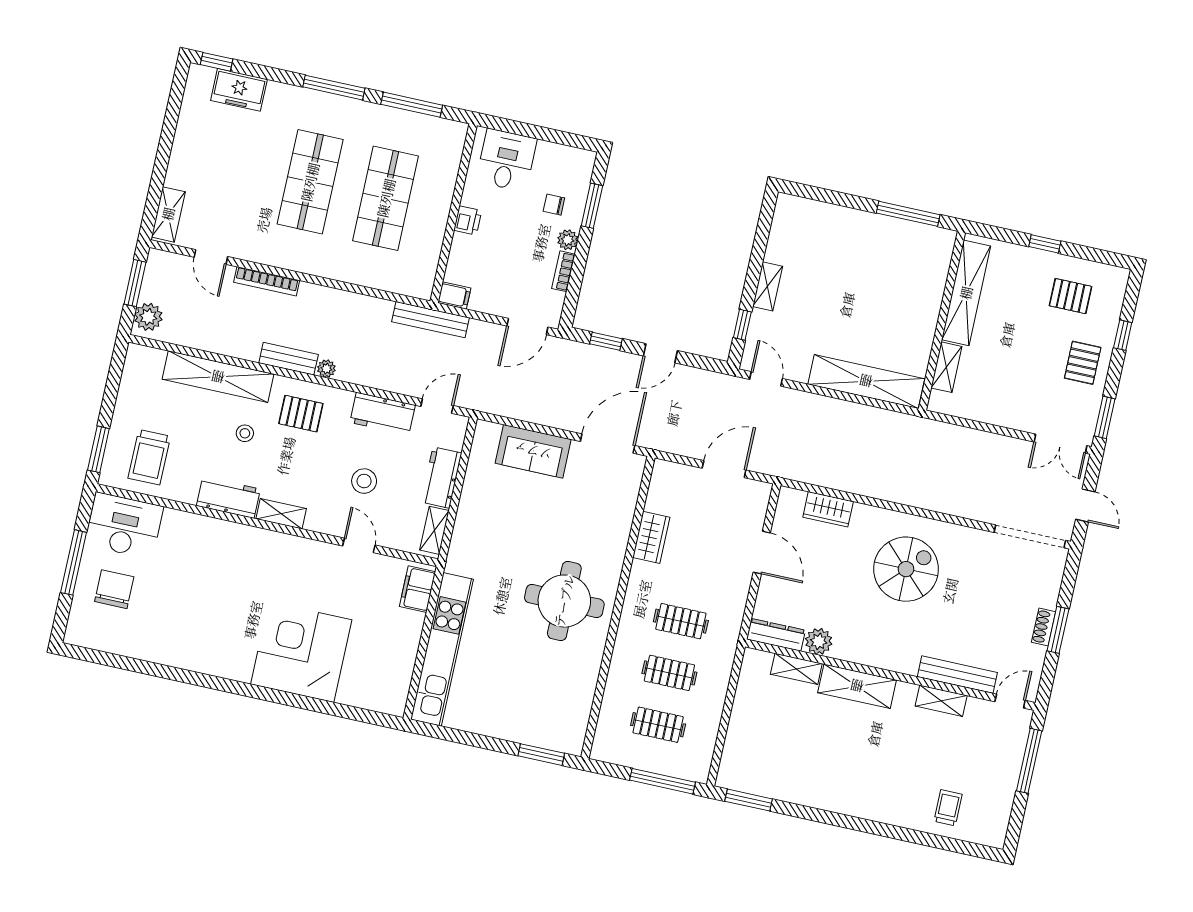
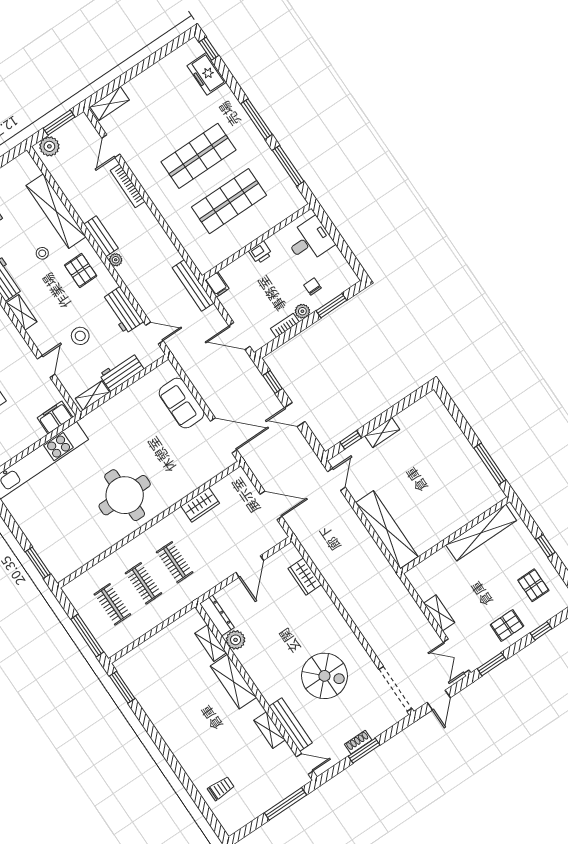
shelving: (946, 367) -> (439, 613), moved, turned 90
spiral stairs: (906, 569) -> (324, 676), moved

